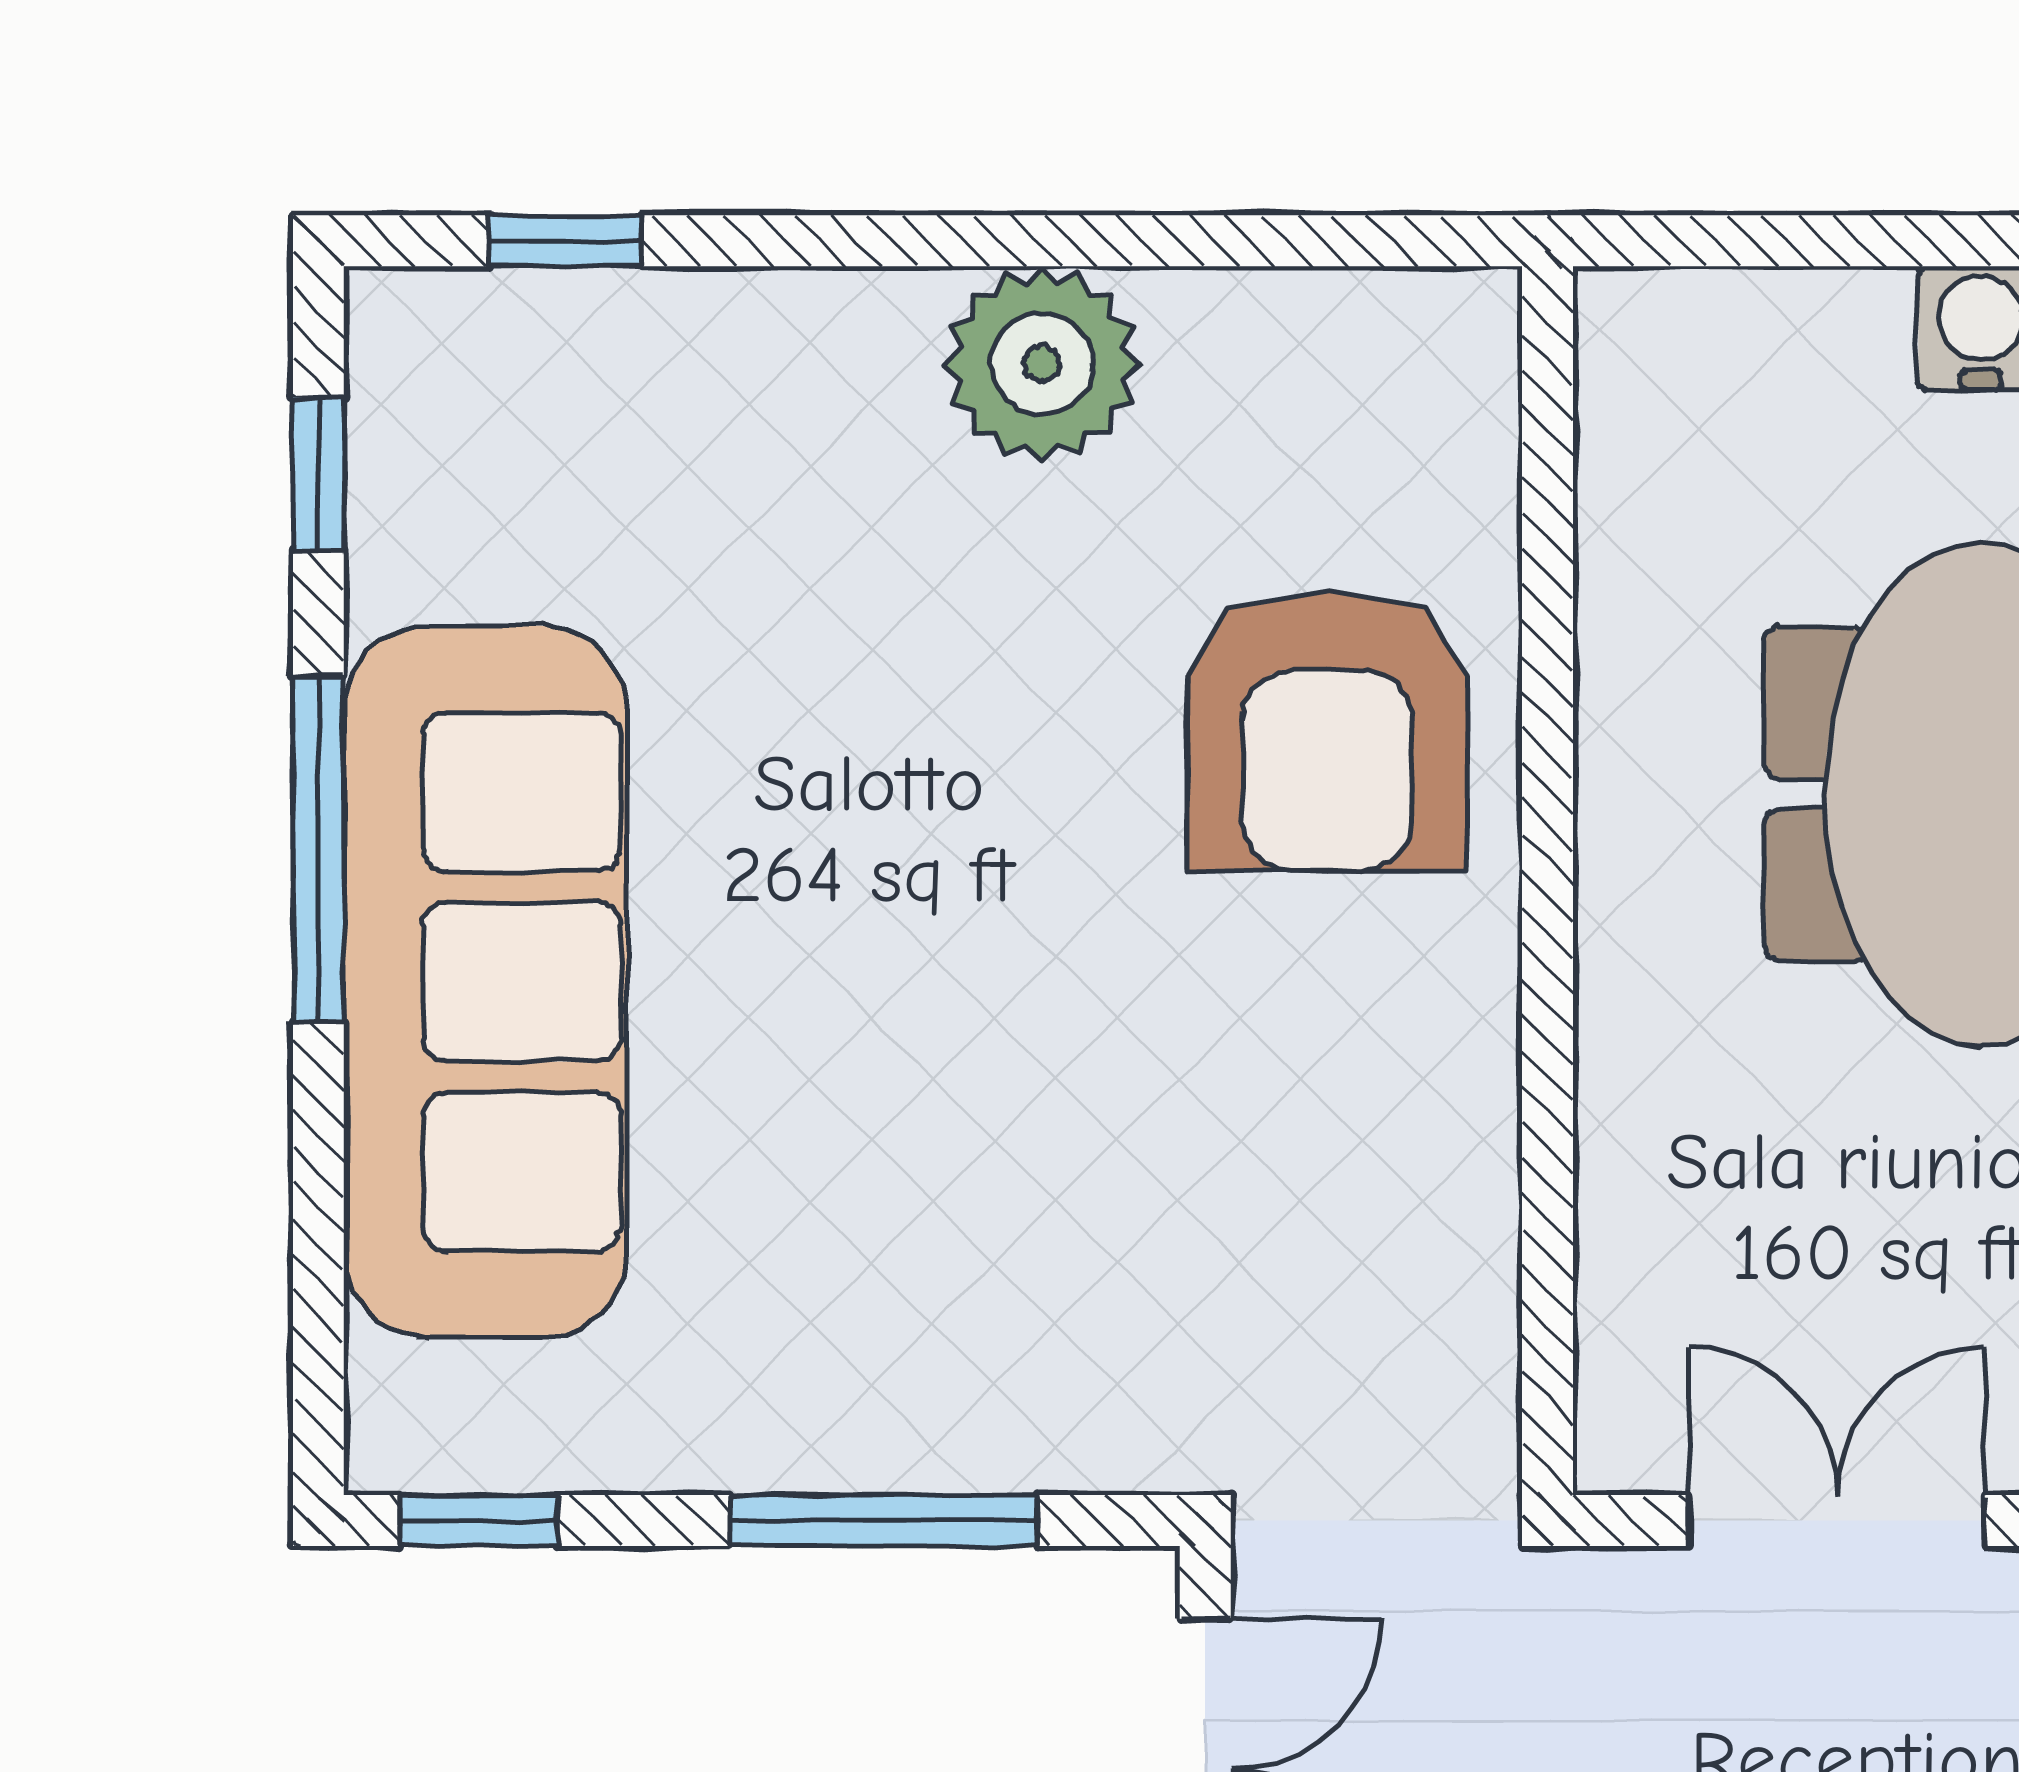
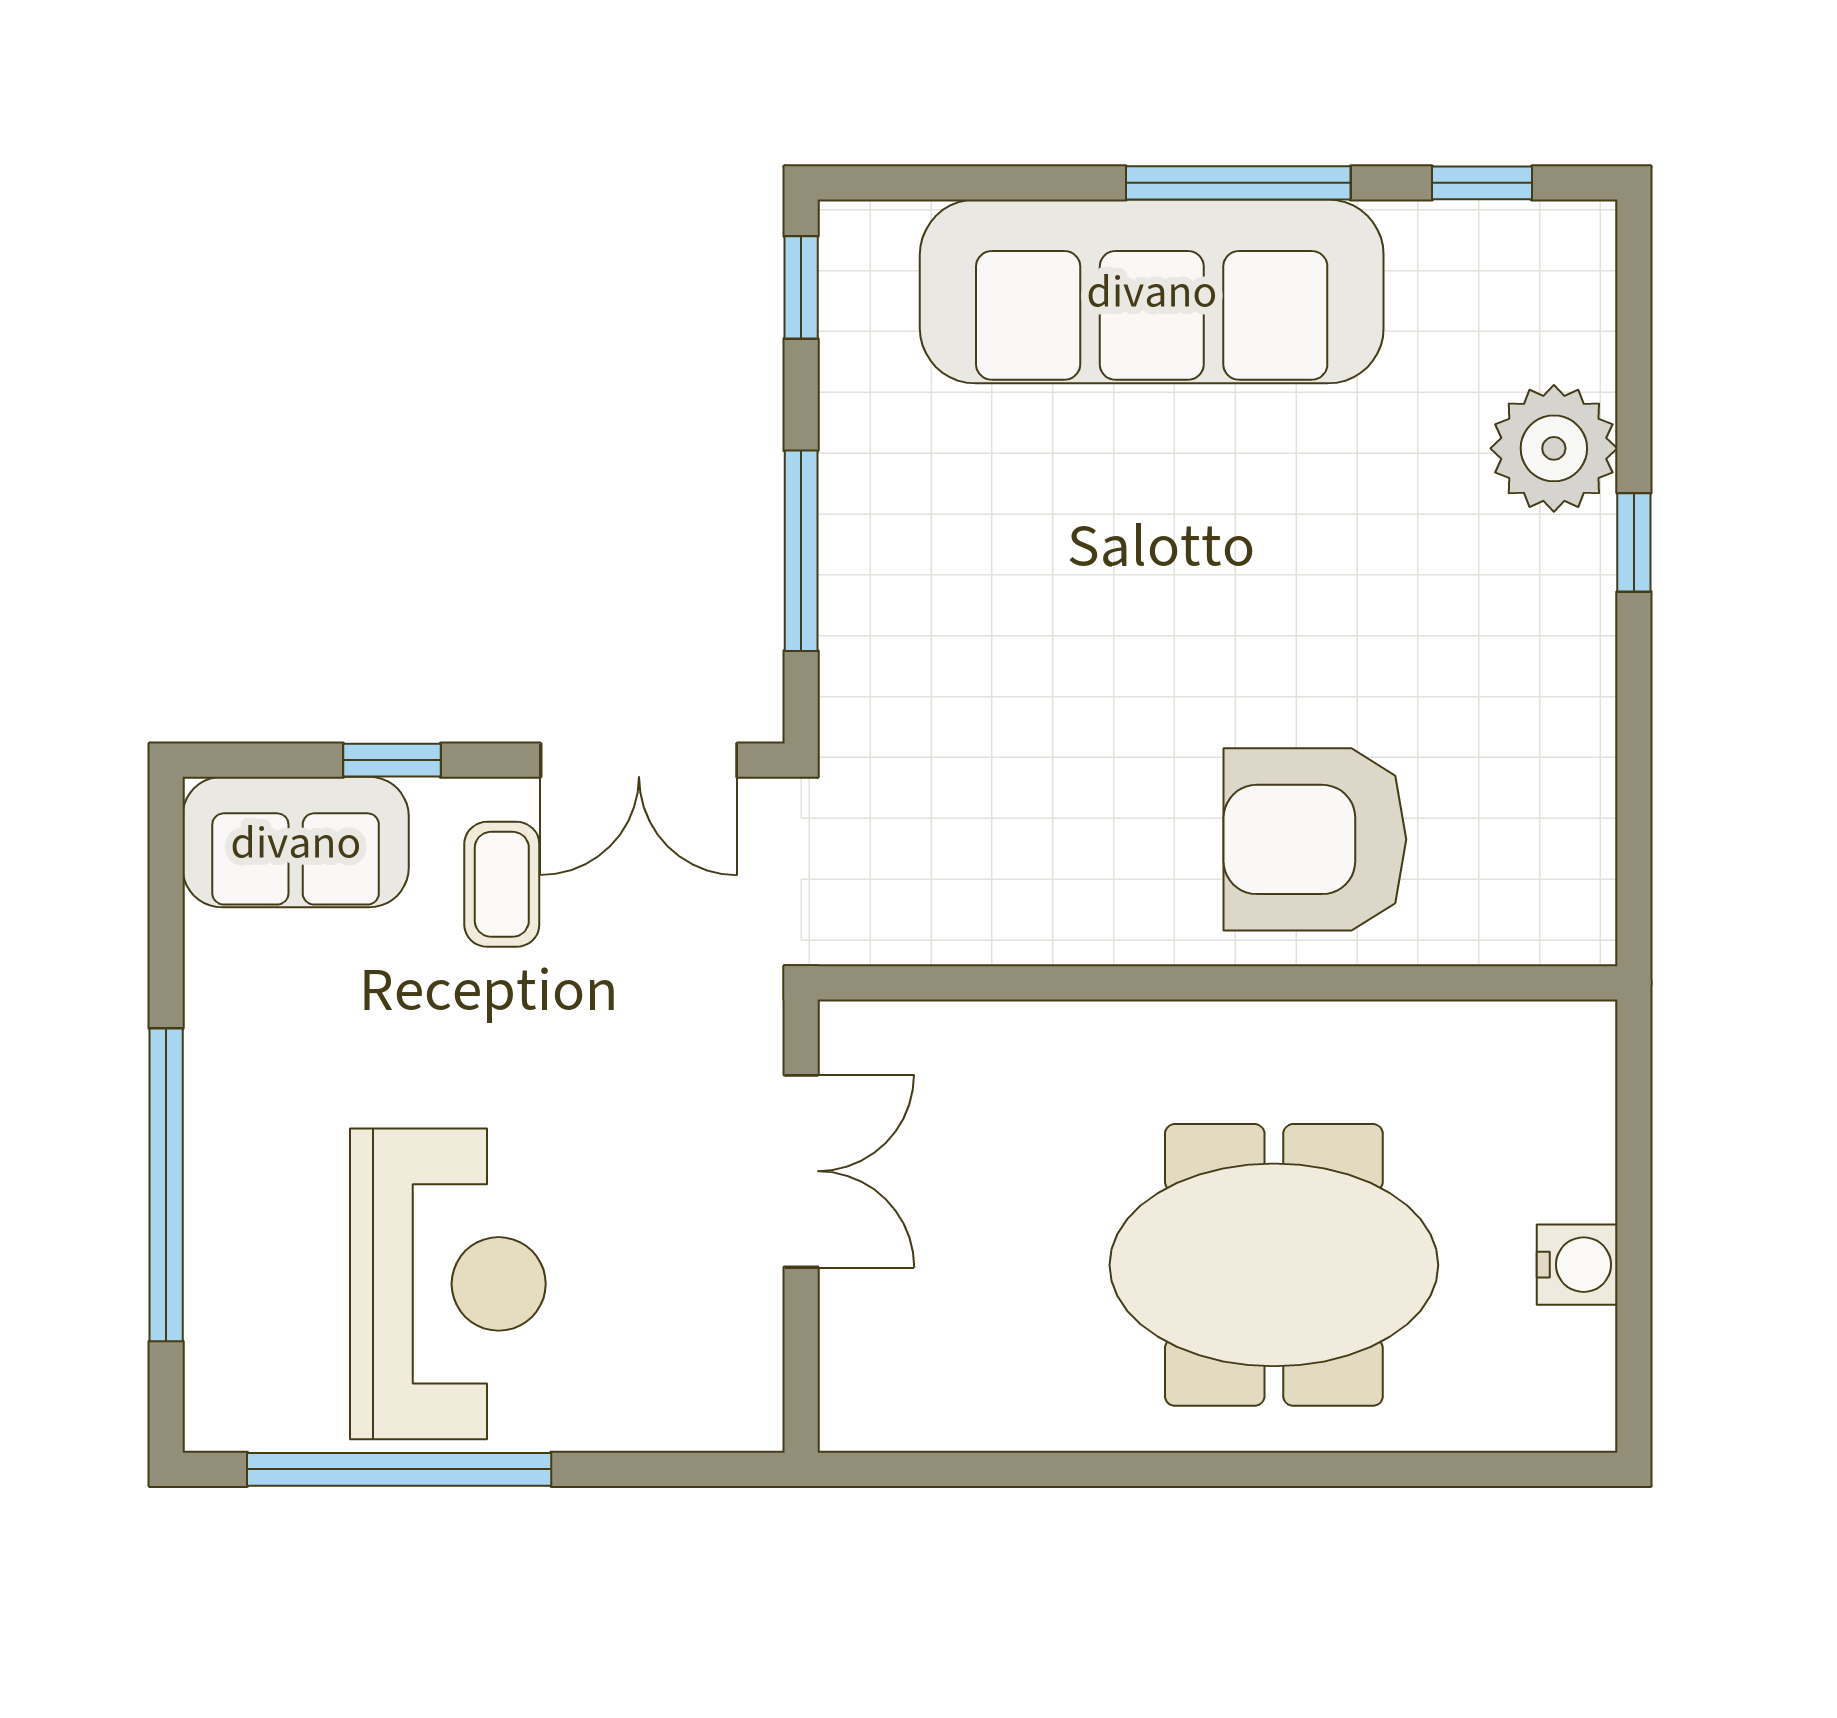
window: (566, 241) -> (1634, 542), moved
plant: (1042, 364) -> (1554, 448), moved

